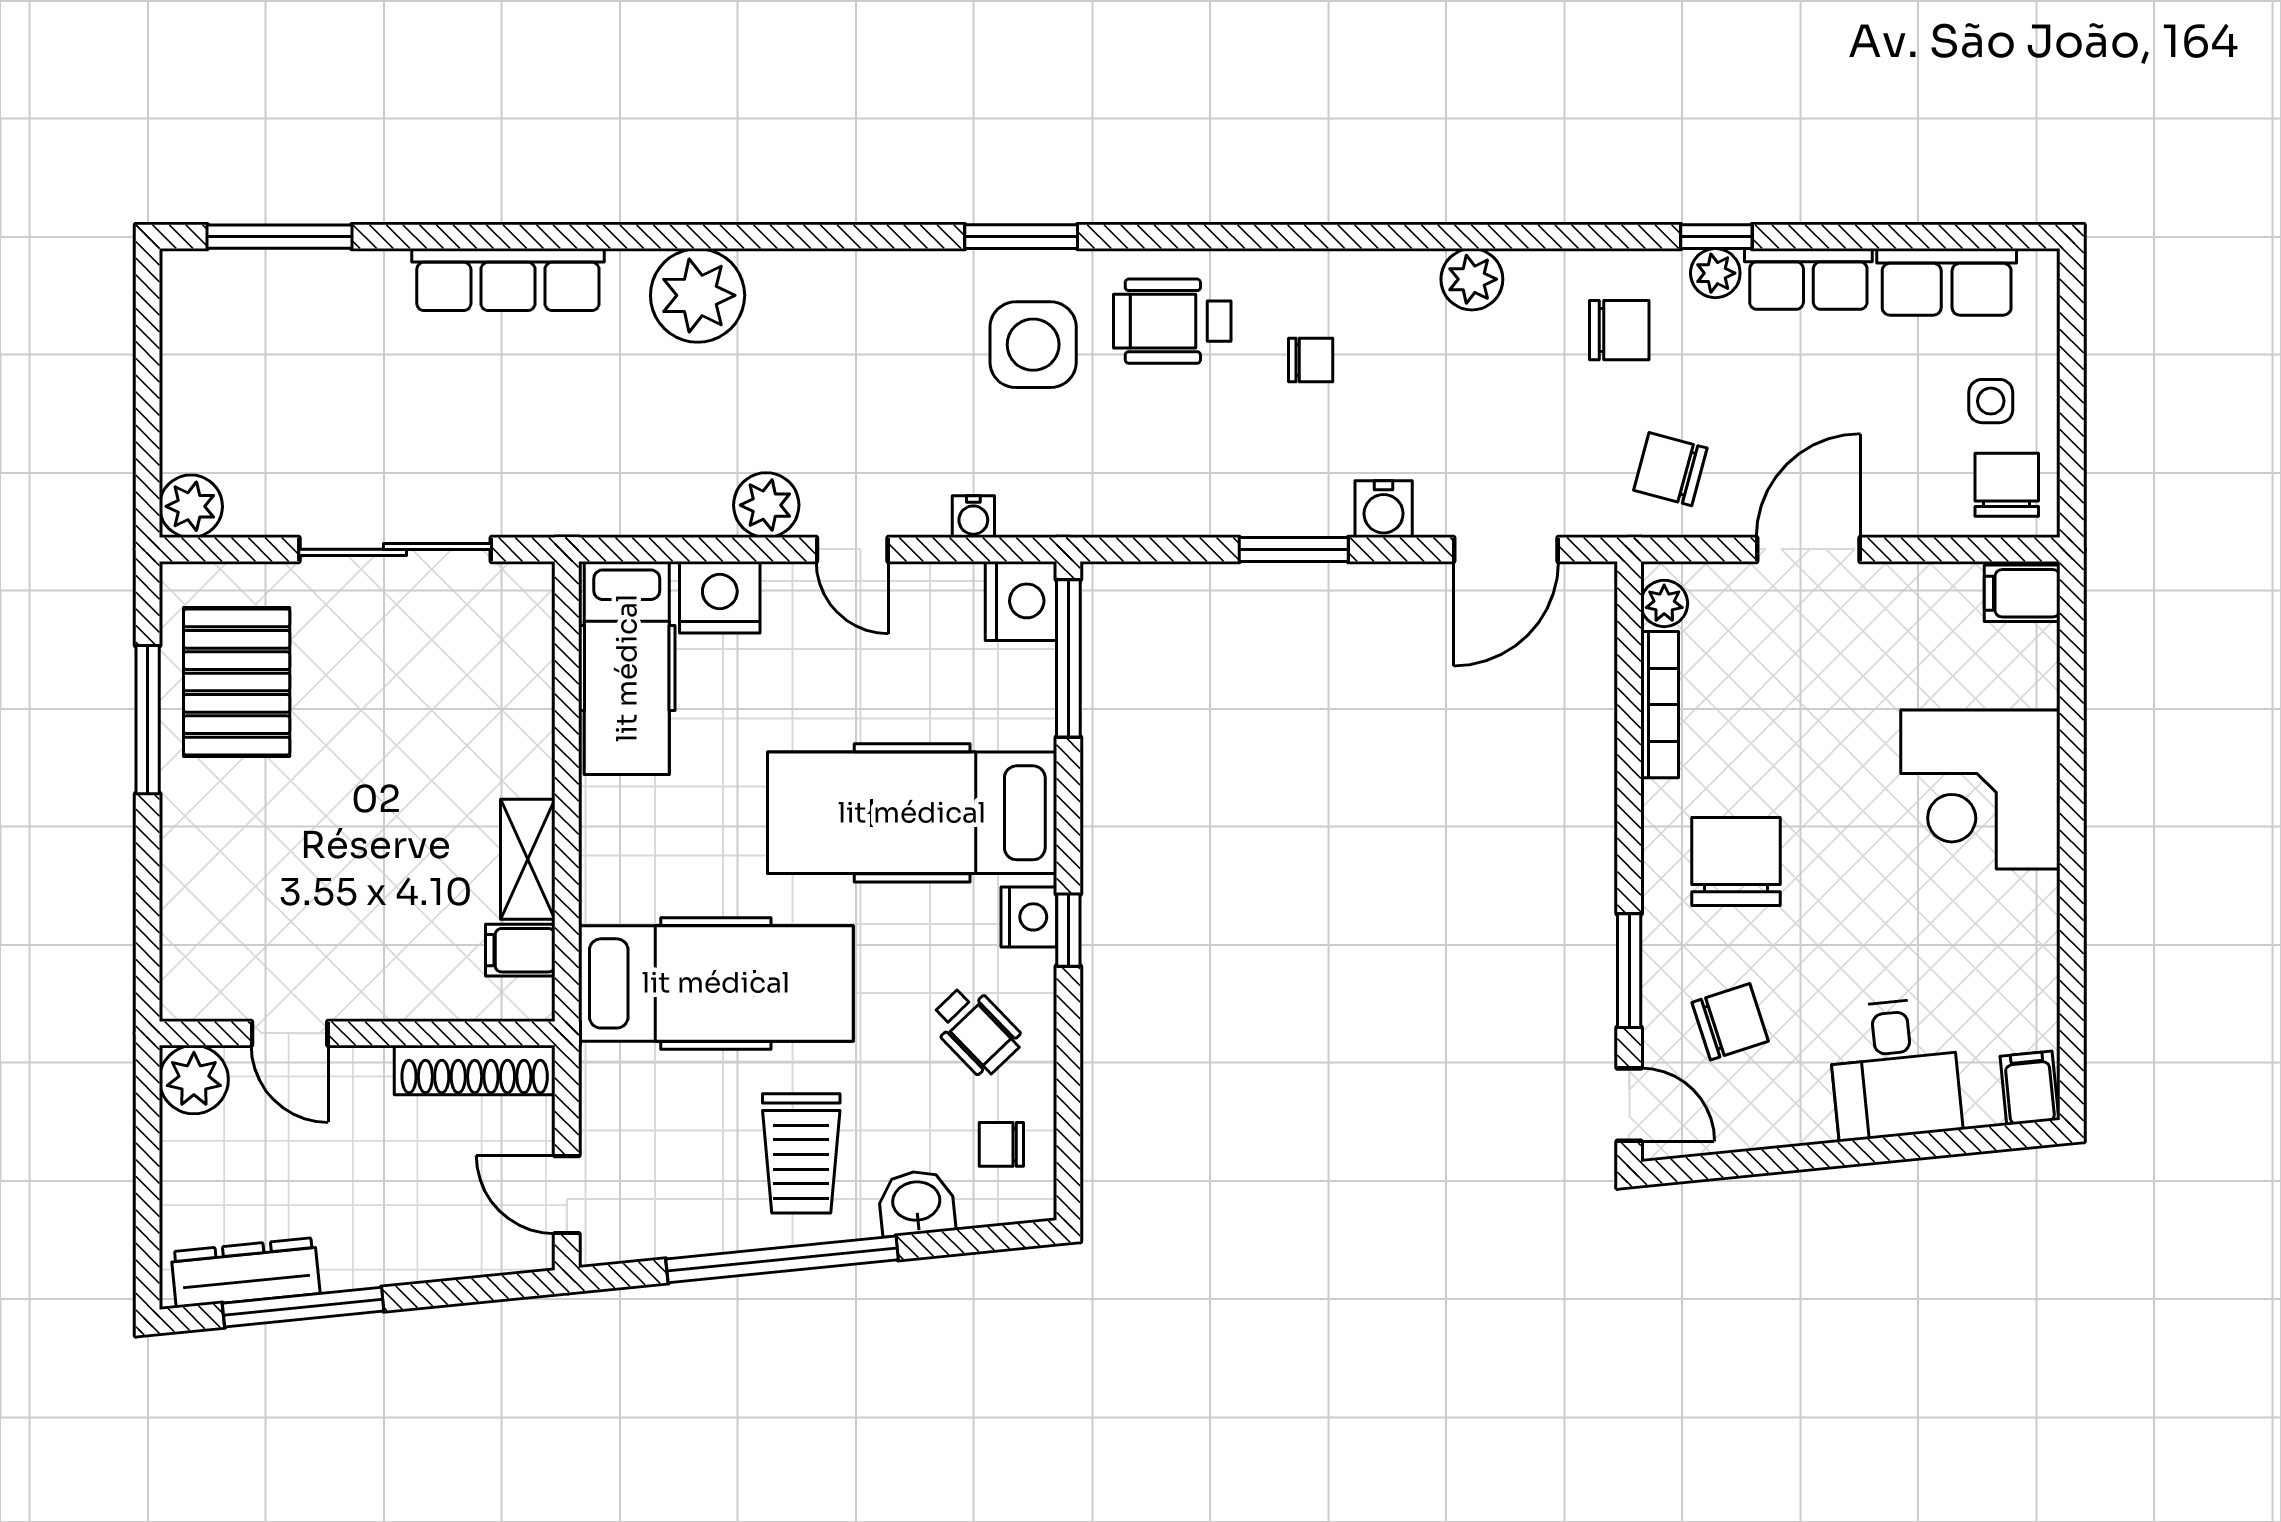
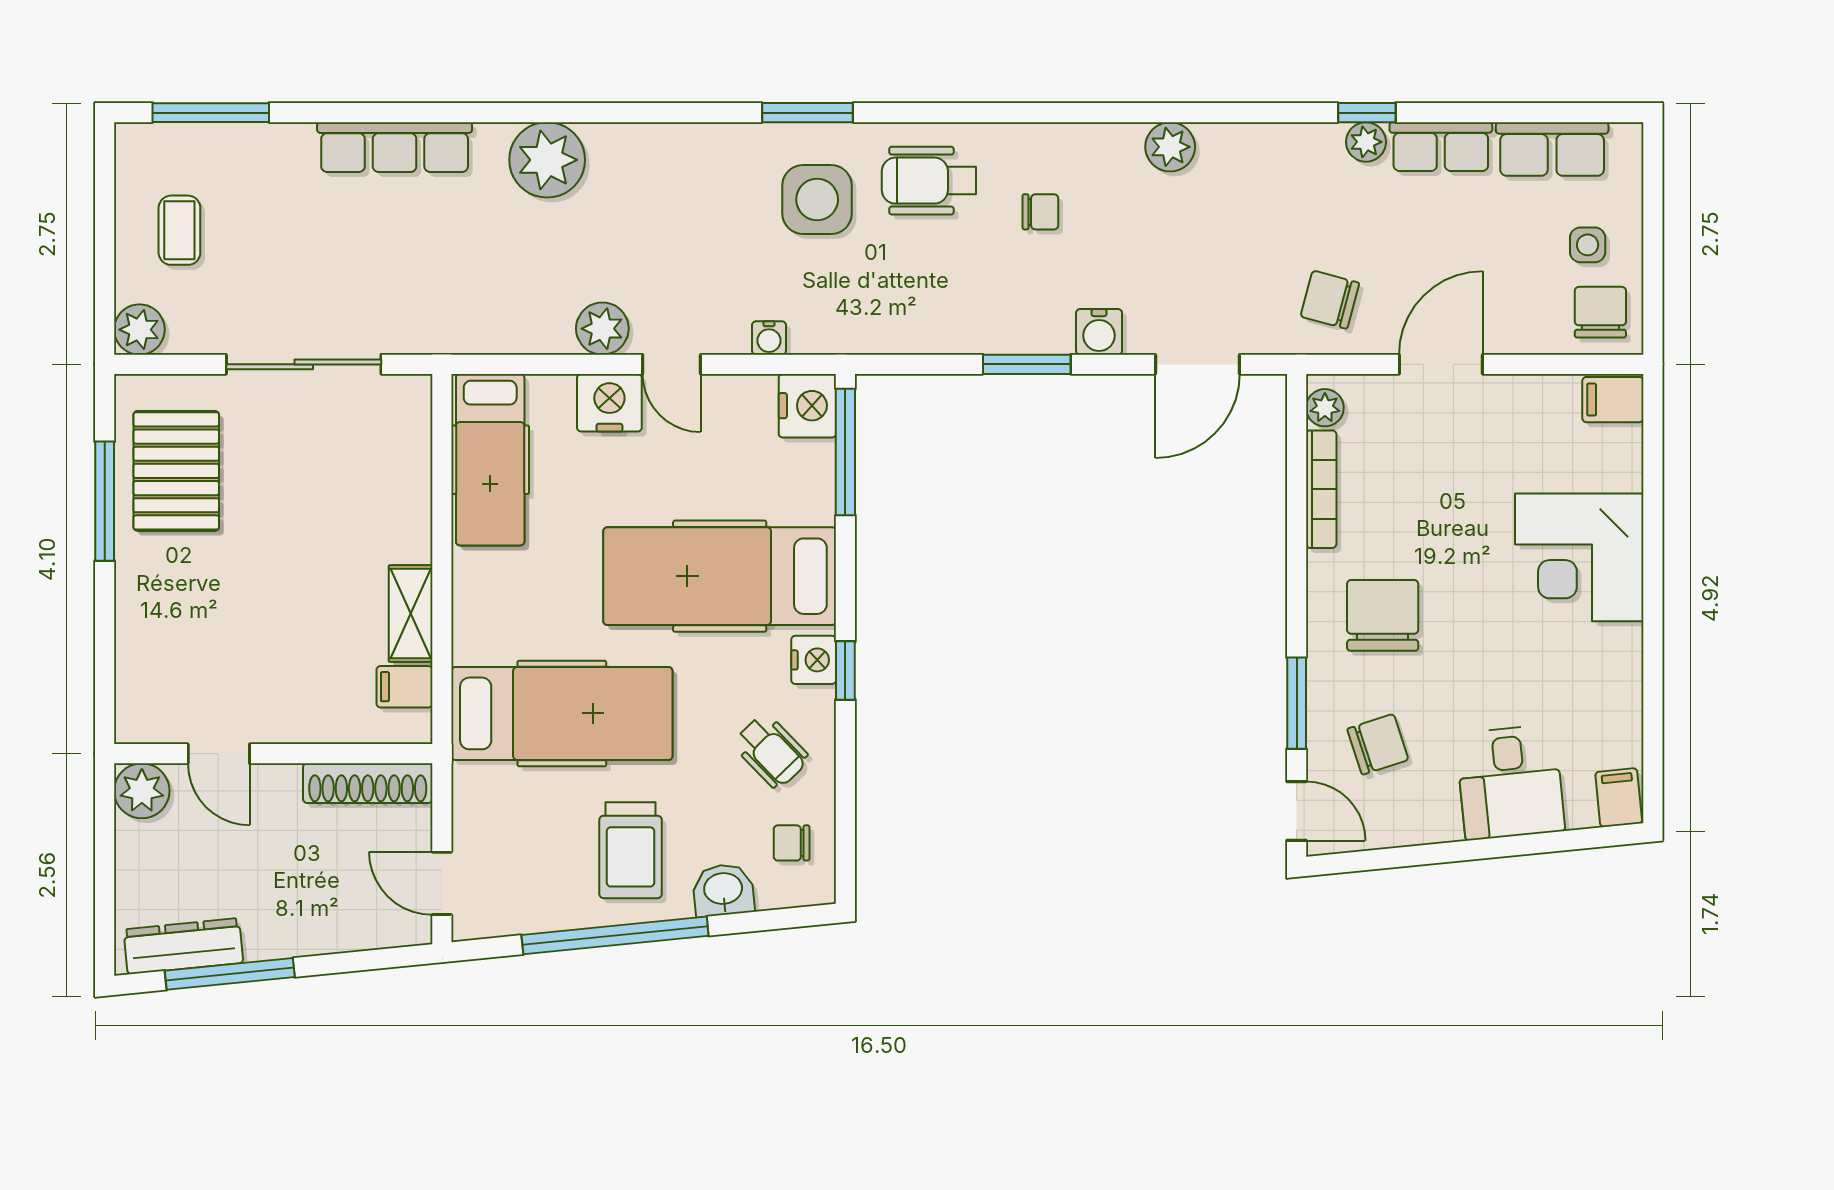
chair: (1619, 330) -> (1289, 188), removed
coffee table: (241, 383) -> (179, 230), added
nightstand: (720, 597) -> (609, 403), moved

